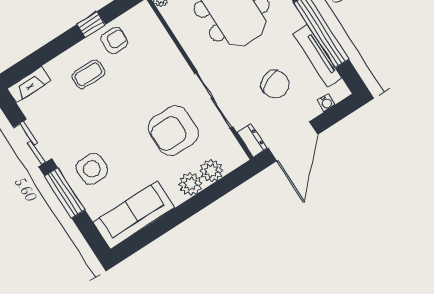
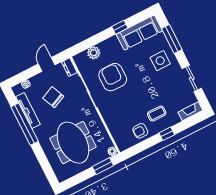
window: (91, 24) -> (167, 134), moved
armchair: (173, 131) -> (113, 77), turned -90
door: (293, 141) -> (47, 64), width x0.53
plant: (191, 184) -> (106, 47), removed
window: (65, 193) -> (172, 39), moved
window: (170, 221) -> (120, 27), added

